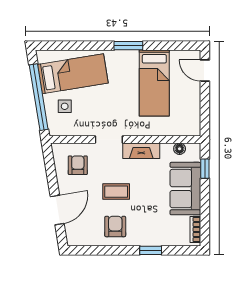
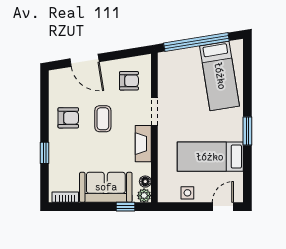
side table: (65, 106) -> (187, 193), moved
plant: (194, 150) -> (144, 196), added

